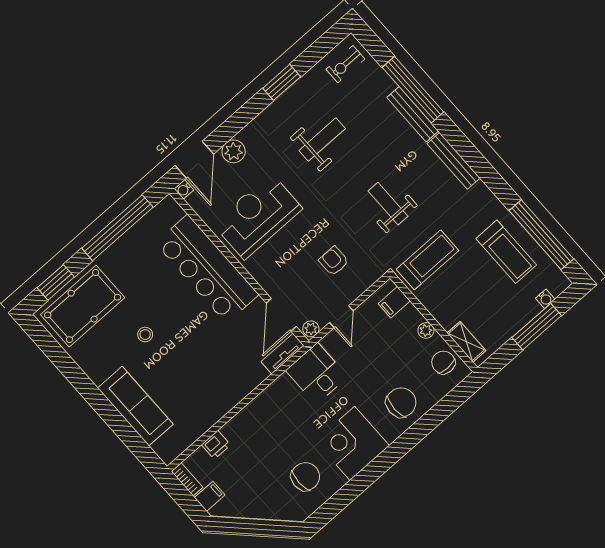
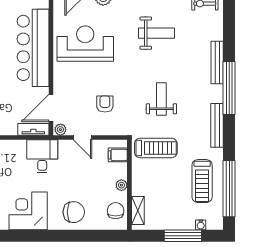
window: (413, 90) -> (229, 88), moved
bench: (453, 161) -> (217, 125), moved
door: (341, 317) -> (83, 138), hinge flipped

